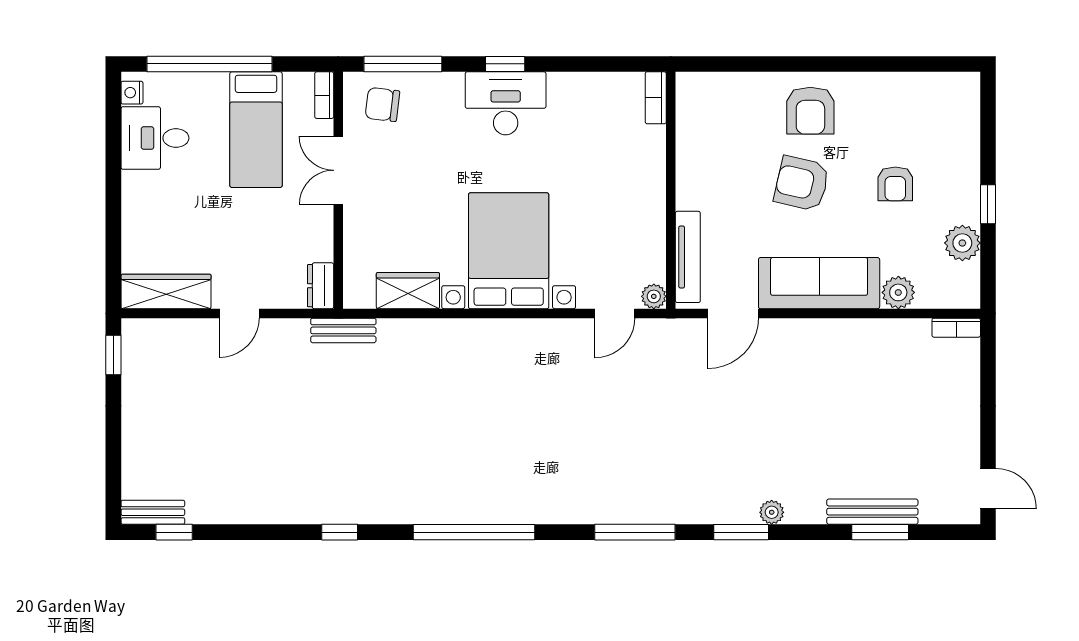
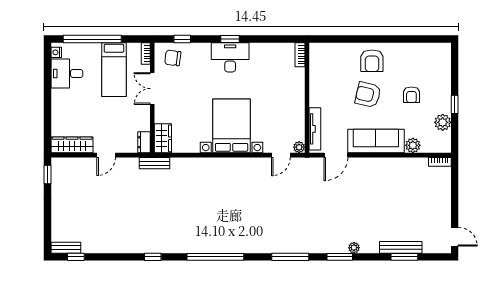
window: (403, 64) -> (182, 39), width x0.46
wardrobe: (408, 291) -> (163, 138), moved, turned 90

